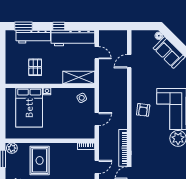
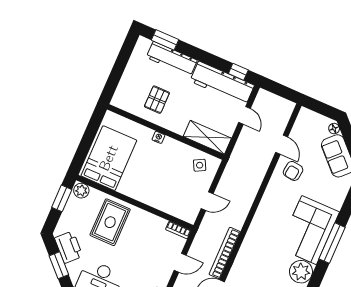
window: (59, 26) -> (238, 72), moved
door: (129, 61) -> (282, 145), swing flipped
bed: (29, 108) -> (109, 158), moved, turned 180
armchair: (143, 110) -> (293, 171), moved

